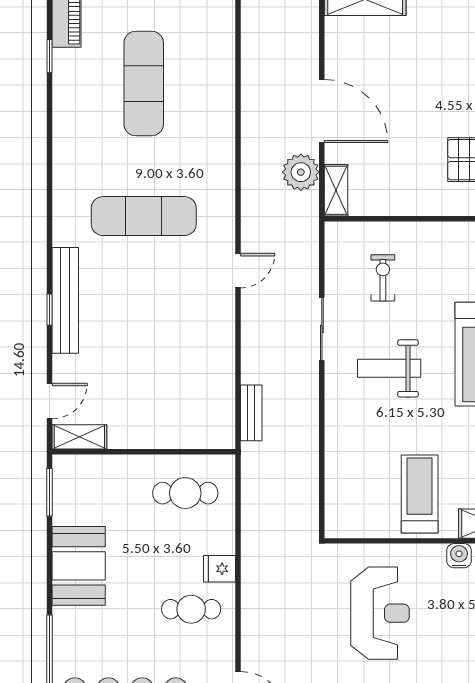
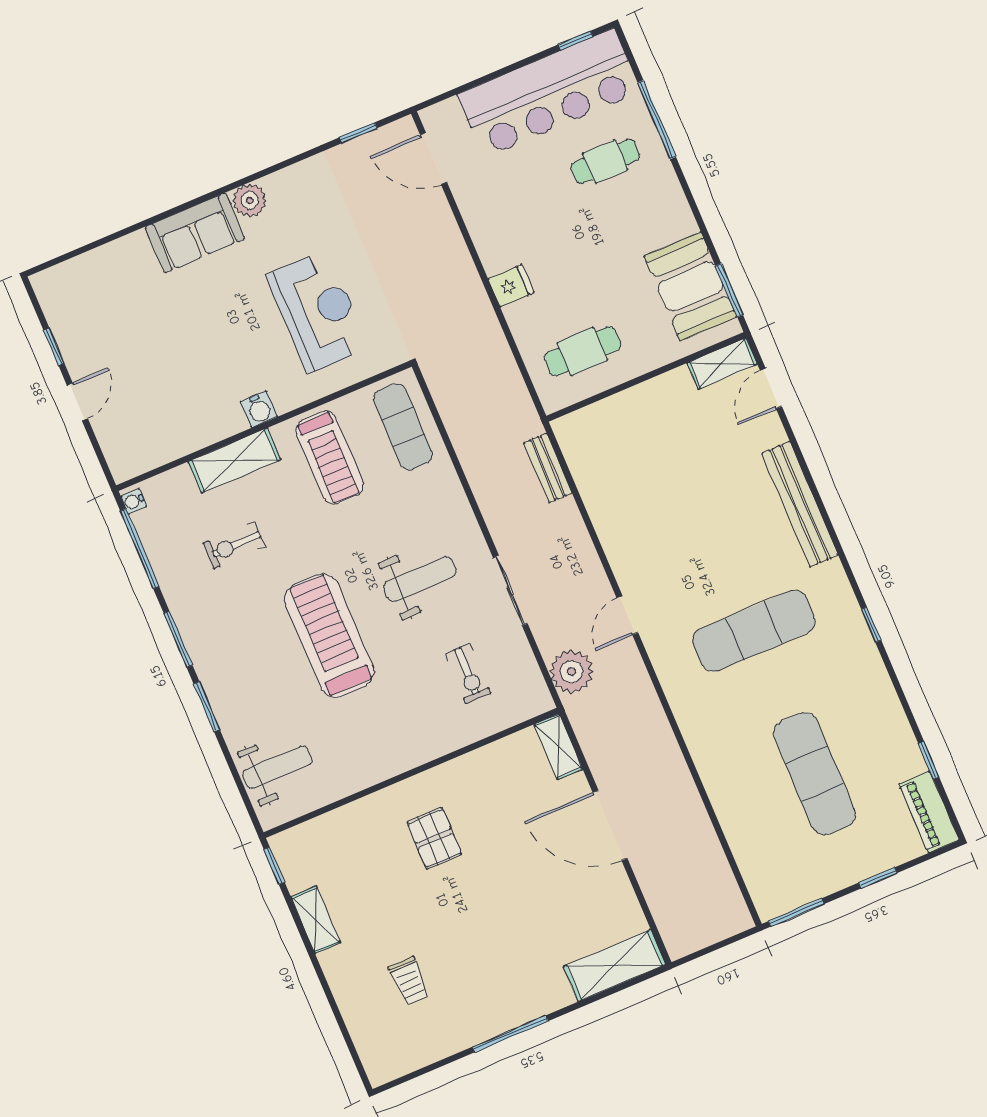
plant: (301, 172) -> (571, 671), moved
window: (49, 310) -> (871, 625), moved
exercise mat: (352, 494) -> (403, 427), added
booth: (79, 566) -> (690, 286), moved
cafe table: (191, 609) -> (605, 162), moved
reception desk: (380, 613) -> (318, 311), turned 180

